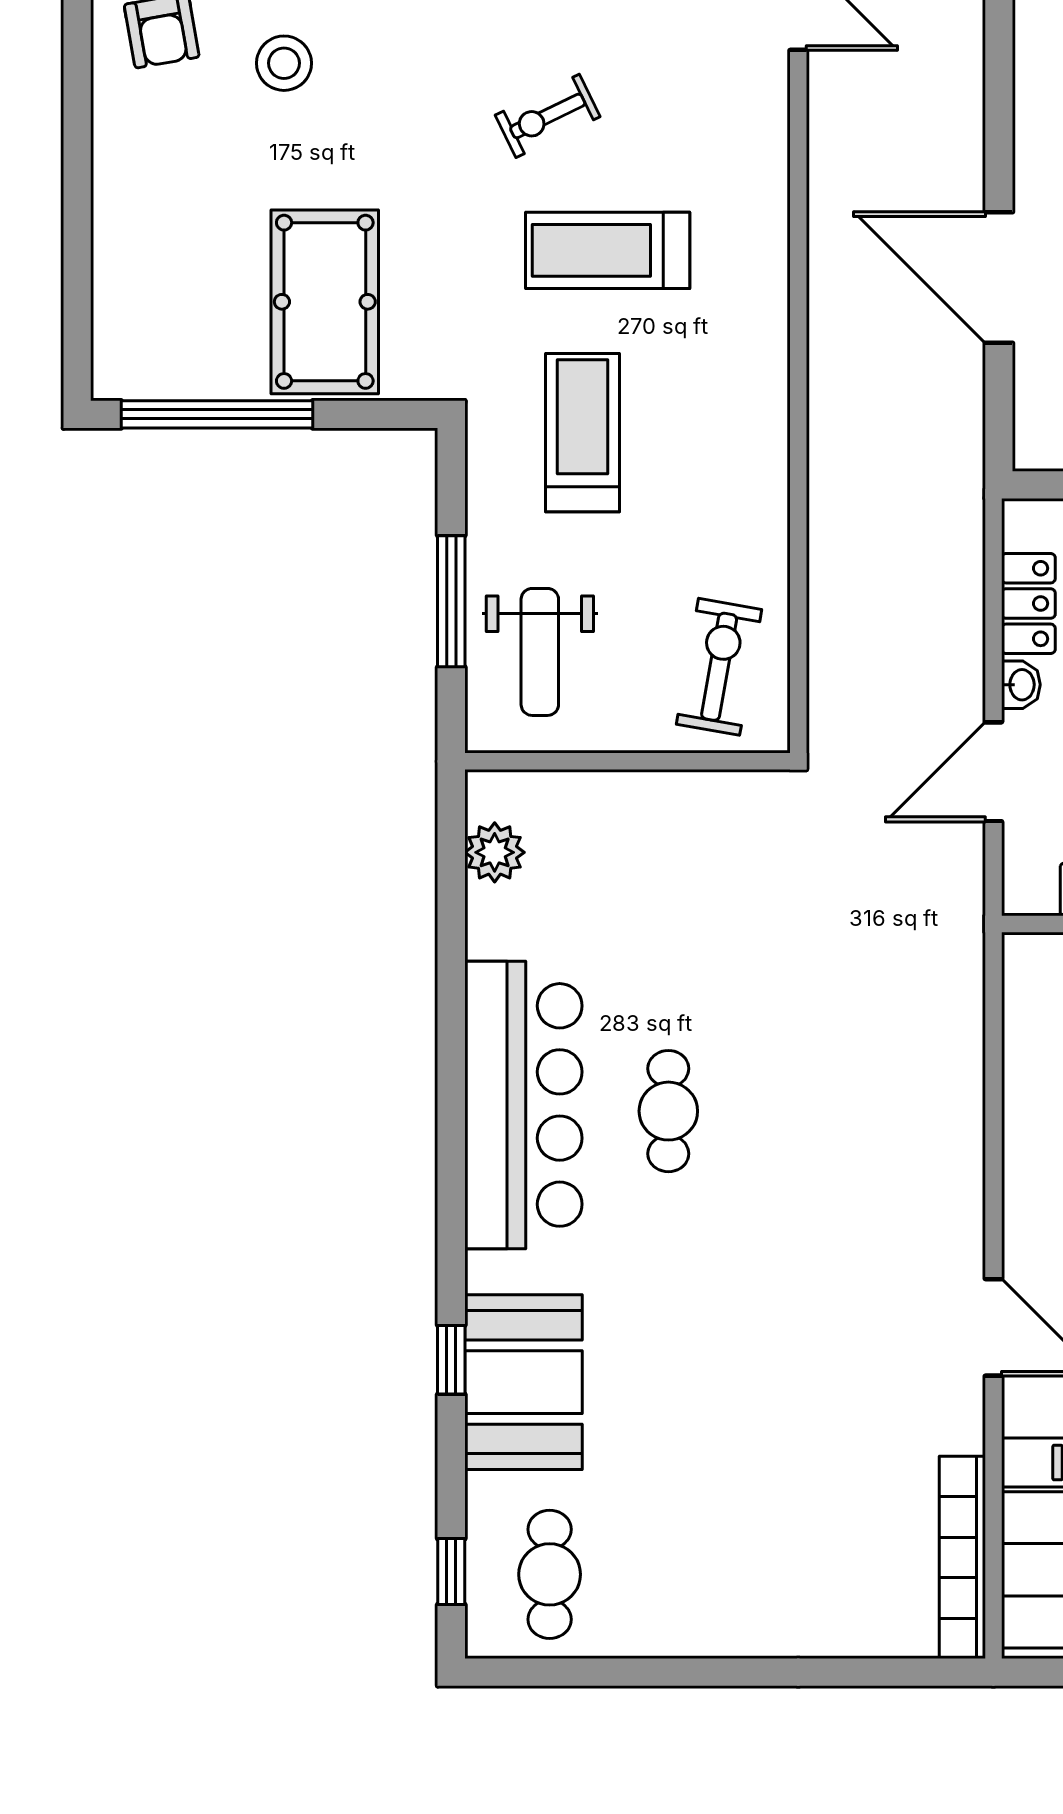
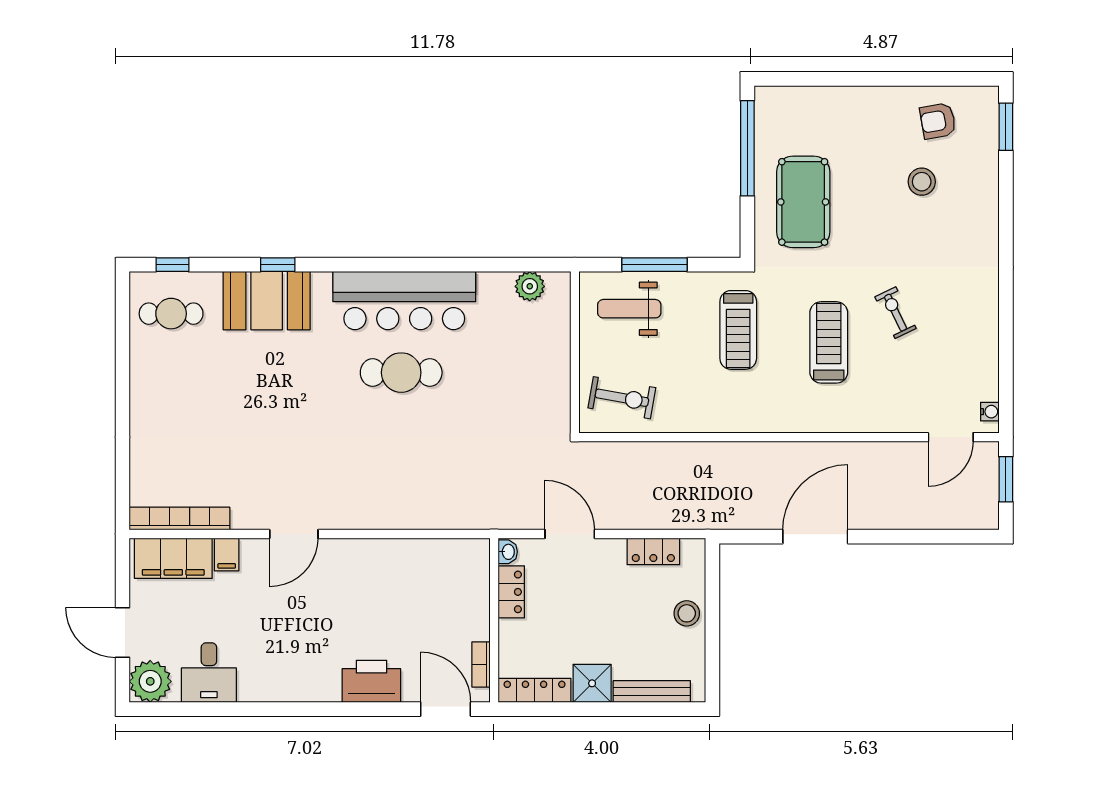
pool table: (325, 302) -> (803, 202), turned 90
treadmill: (582, 433) -> (738, 330), turned 90
washbasin: (1021, 685) -> (508, 552), moved, turned -90
cafe table: (668, 1111) -> (401, 373), width x1.37, depth x1.35

